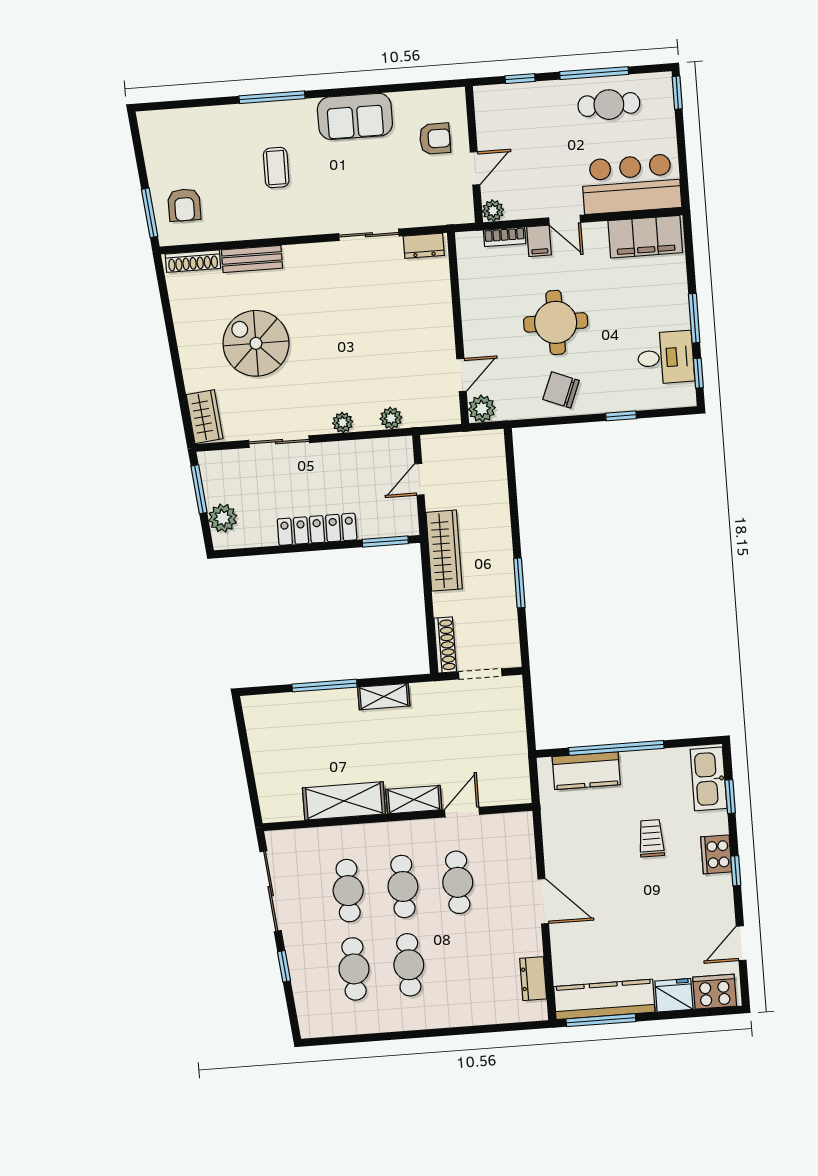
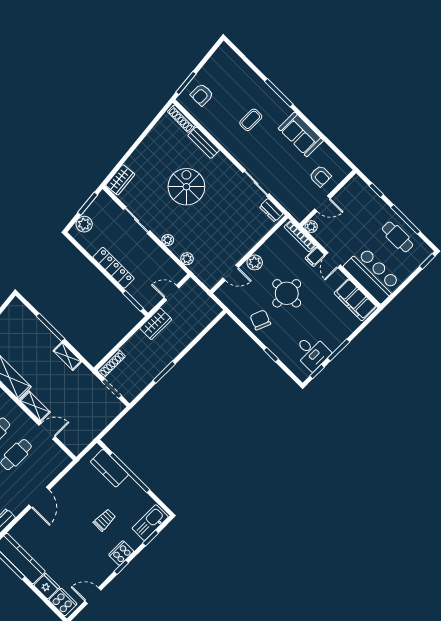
bookcase: (505, 237) -> (300, 236), width x1.56
spiral stairs: (256, 343) -> (186, 187), moved
plant: (482, 409) -> (255, 262), moved
wardrobe: (444, 551) -> (156, 324), width x0.67

